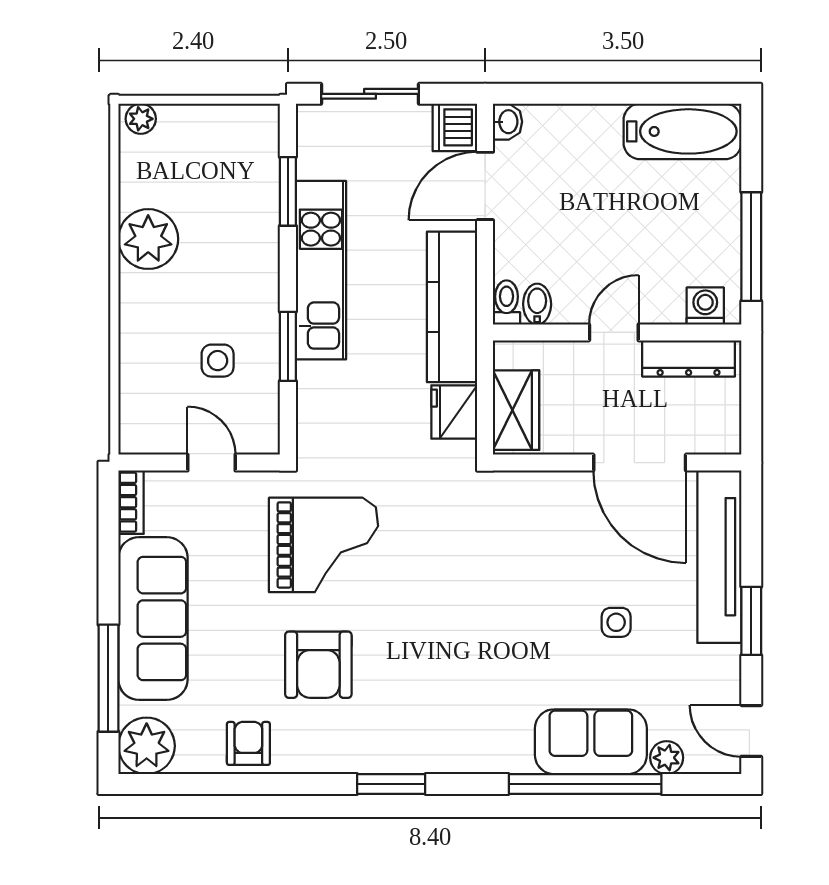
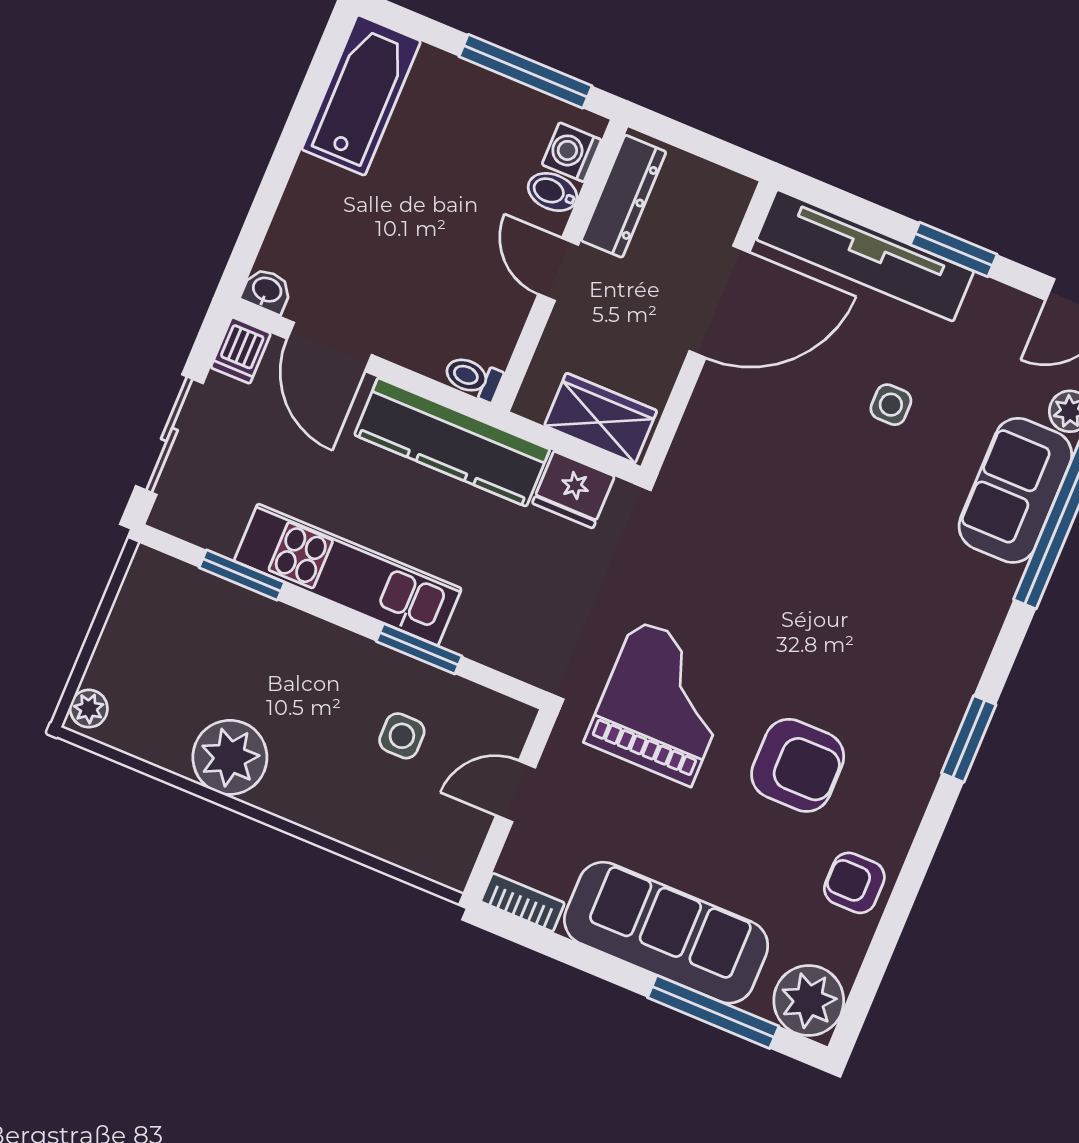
dishwasher: (455, 127) -> (241, 350), width x0.73
bidet: (537, 304) -> (552, 192), moved

